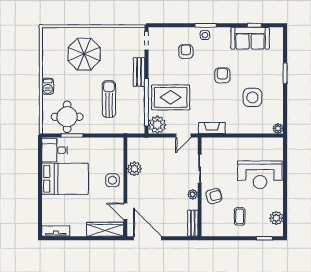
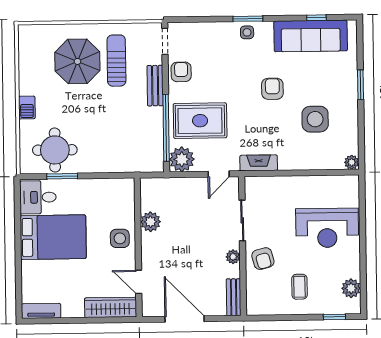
sofa: (250, 38) -> (311, 36), width x1.36
armchair: (186, 52) -> (181, 72), moved
sun lounger: (109, 99) -> (116, 61), moved
armchair: (214, 196) -> (263, 259), turned 91
door: (148, 238) -> (185, 319), moved

